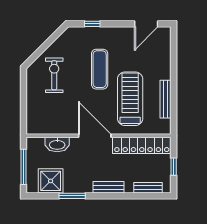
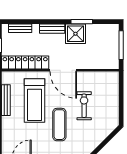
exercise bike: (54, 75) -> (84, 106), moved, turned 180
washbasin: (57, 144) -> (94, 63), removed
shower: (51, 181) -> (75, 34), moved

